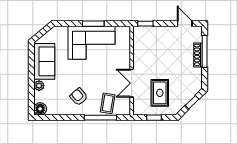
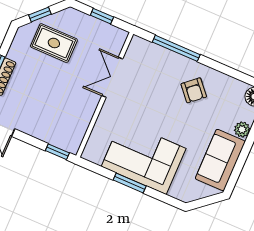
double door: (132, 83) -> (112, 77), swing flipped
rug: (160, 93) -> (54, 43), moved, turned 90
coffee table: (108, 103) -> (158, 64), removed

